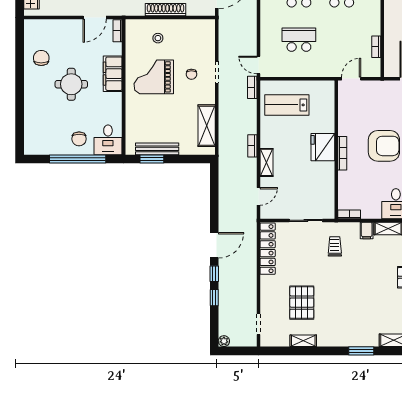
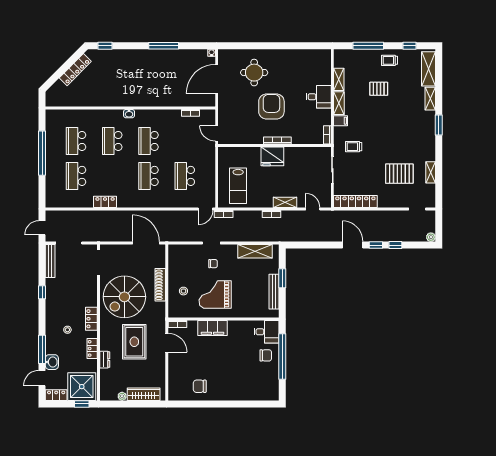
grand piano: (154, 77) -> (215, 294), turned 90
round table: (71, 84) -> (221, 362), removed
window: (152, 159) -> (282, 278), moved

